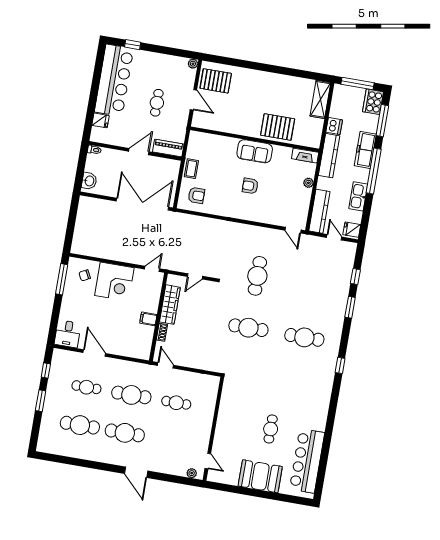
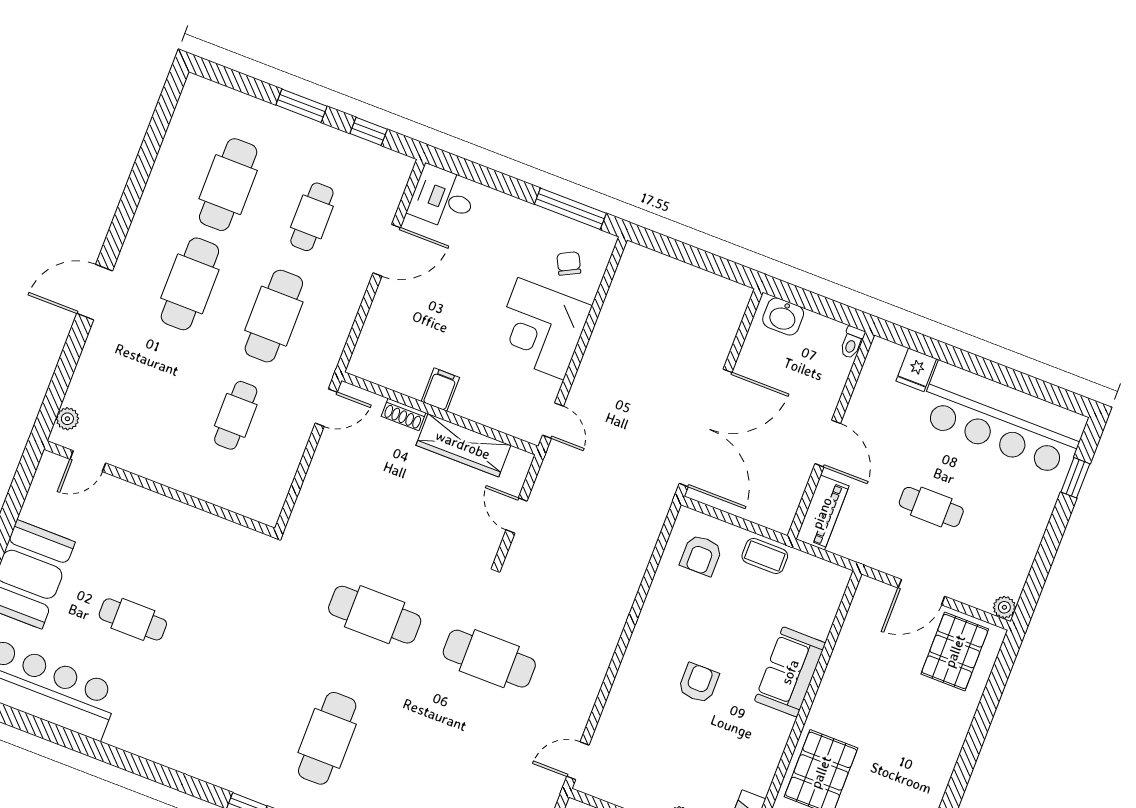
sofa: (255, 151) -> (790, 672), moved
cafe table: (248, 328) -> (375, 615), turned 90

